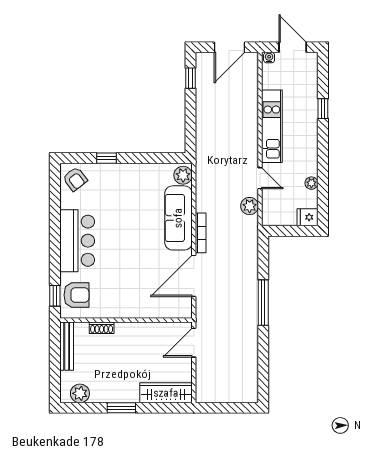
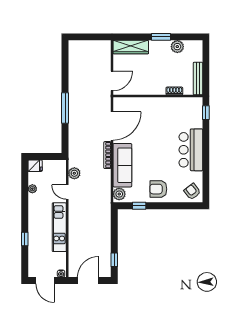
window: (106, 158) -> (139, 206), moved
armchair: (76, 295) -> (158, 189), moved
plant: (80, 393) -> (177, 47), moved

